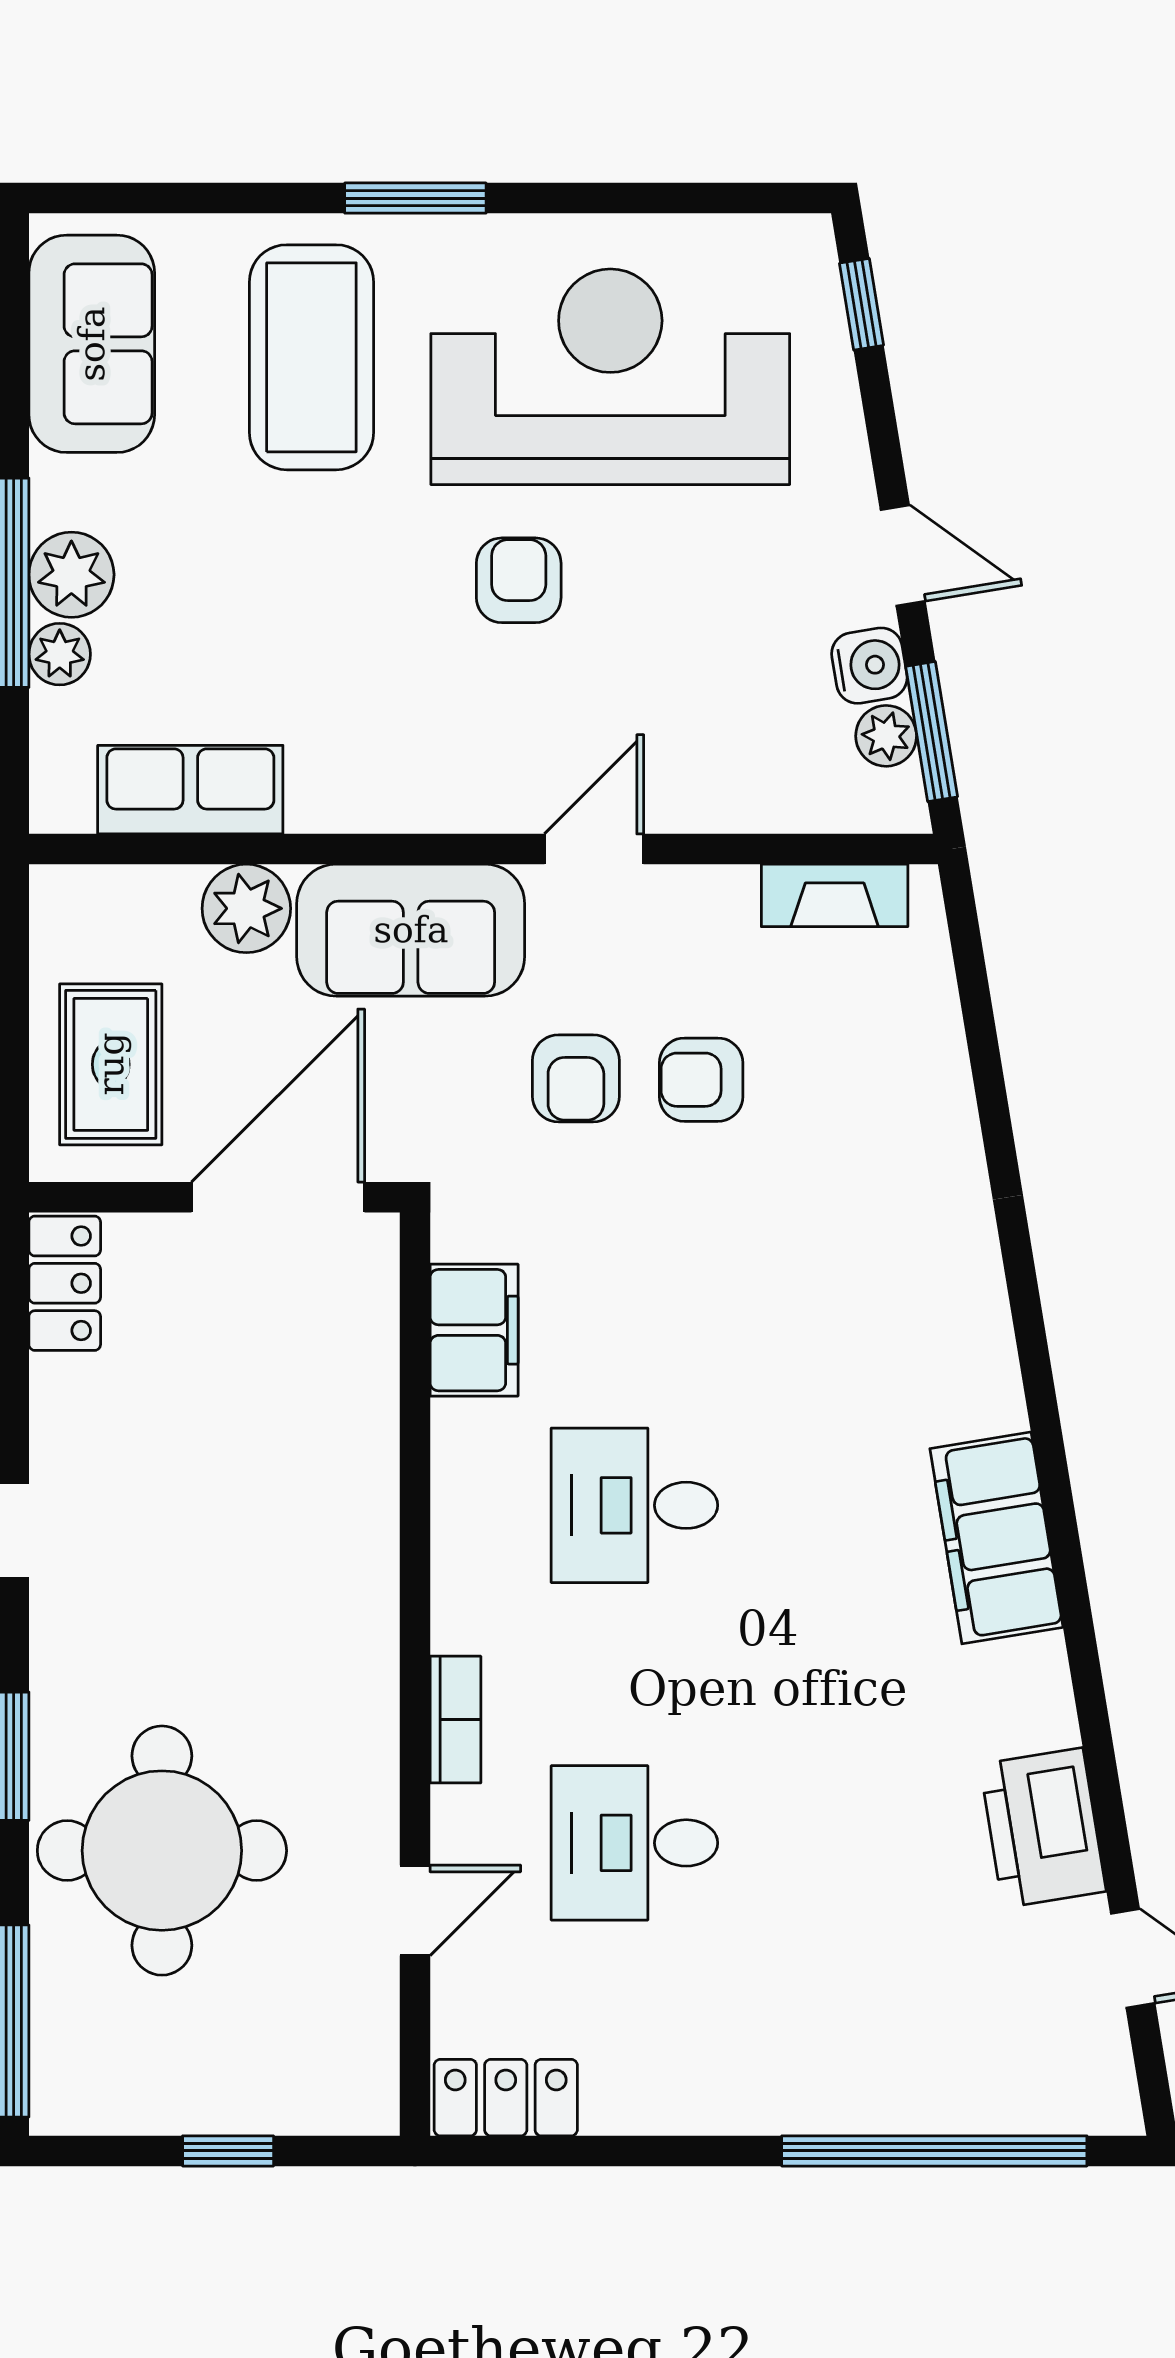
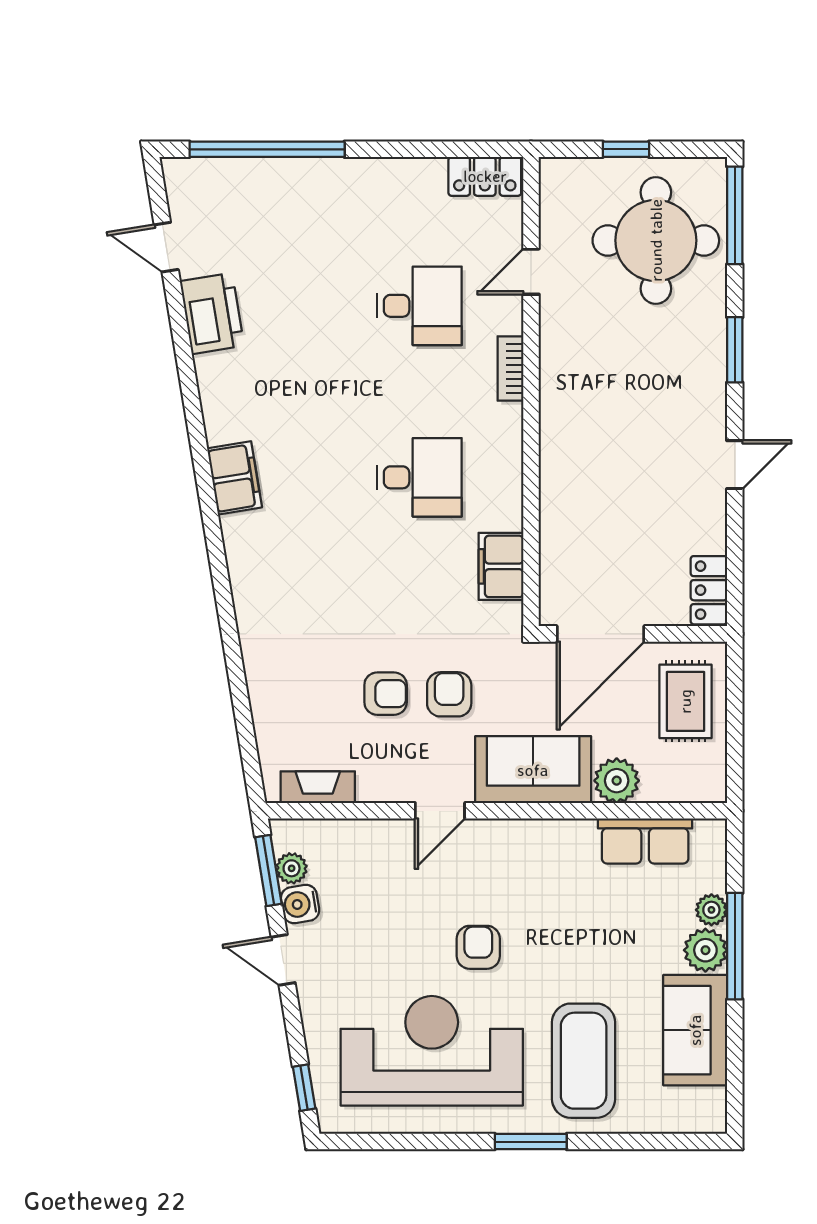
sofa: (92, 344) -> (695, 1030), moved
reception desk: (610, 377) -> (432, 1051), turned 180
armchair: (519, 580) -> (478, 947), turned 180
filing cabinet: (996, 1538) -> (235, 478), width x0.67, depth x0.86
round table: (162, 1851) -> (656, 240), moved

